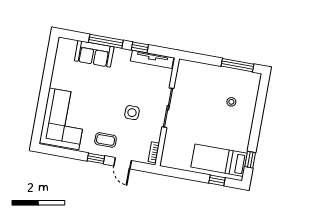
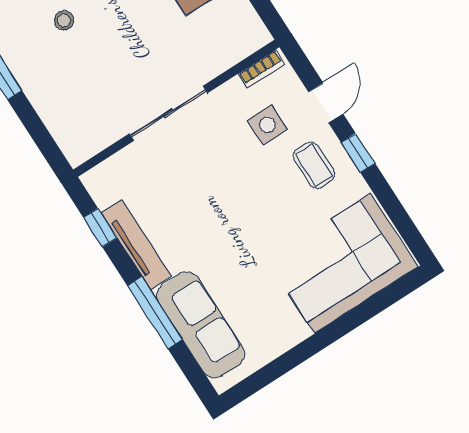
window: (140, 47) -> (100, 228), moved
sofa: (94, 54) -> (201, 325), width x1.36
tv unit: (152, 59) -> (136, 244), moved
side table: (132, 113) -> (267, 125), moved

